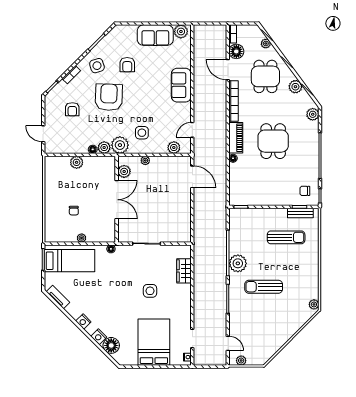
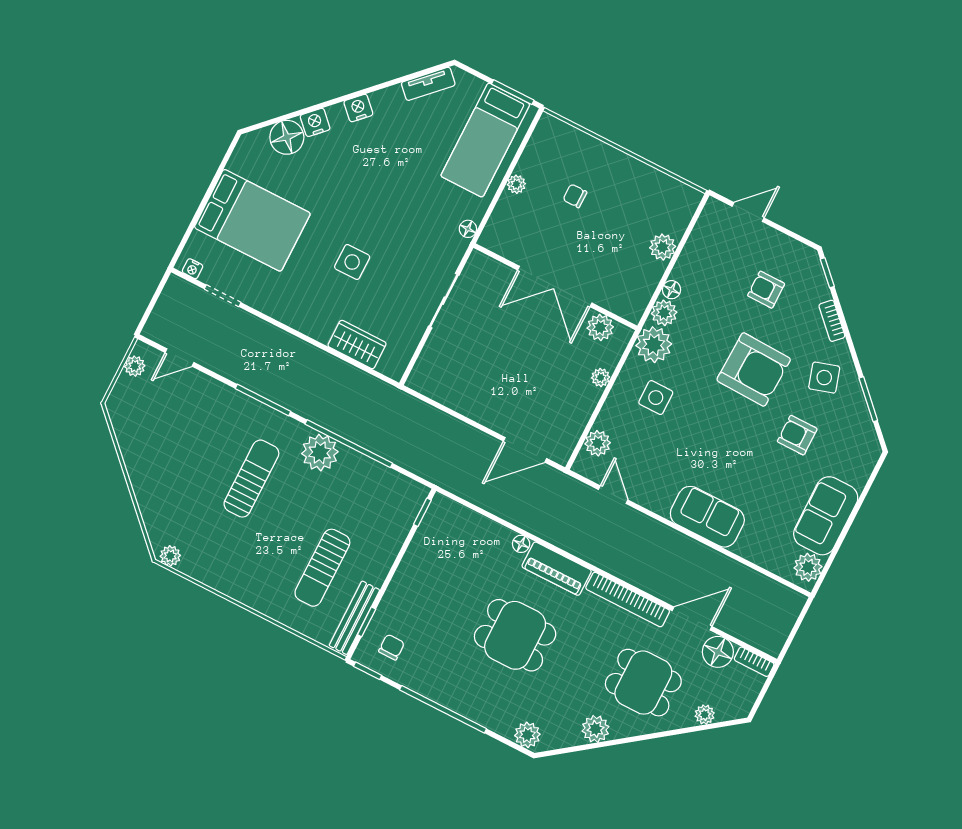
bench: (300, 213) -> (354, 618), width x1.36

